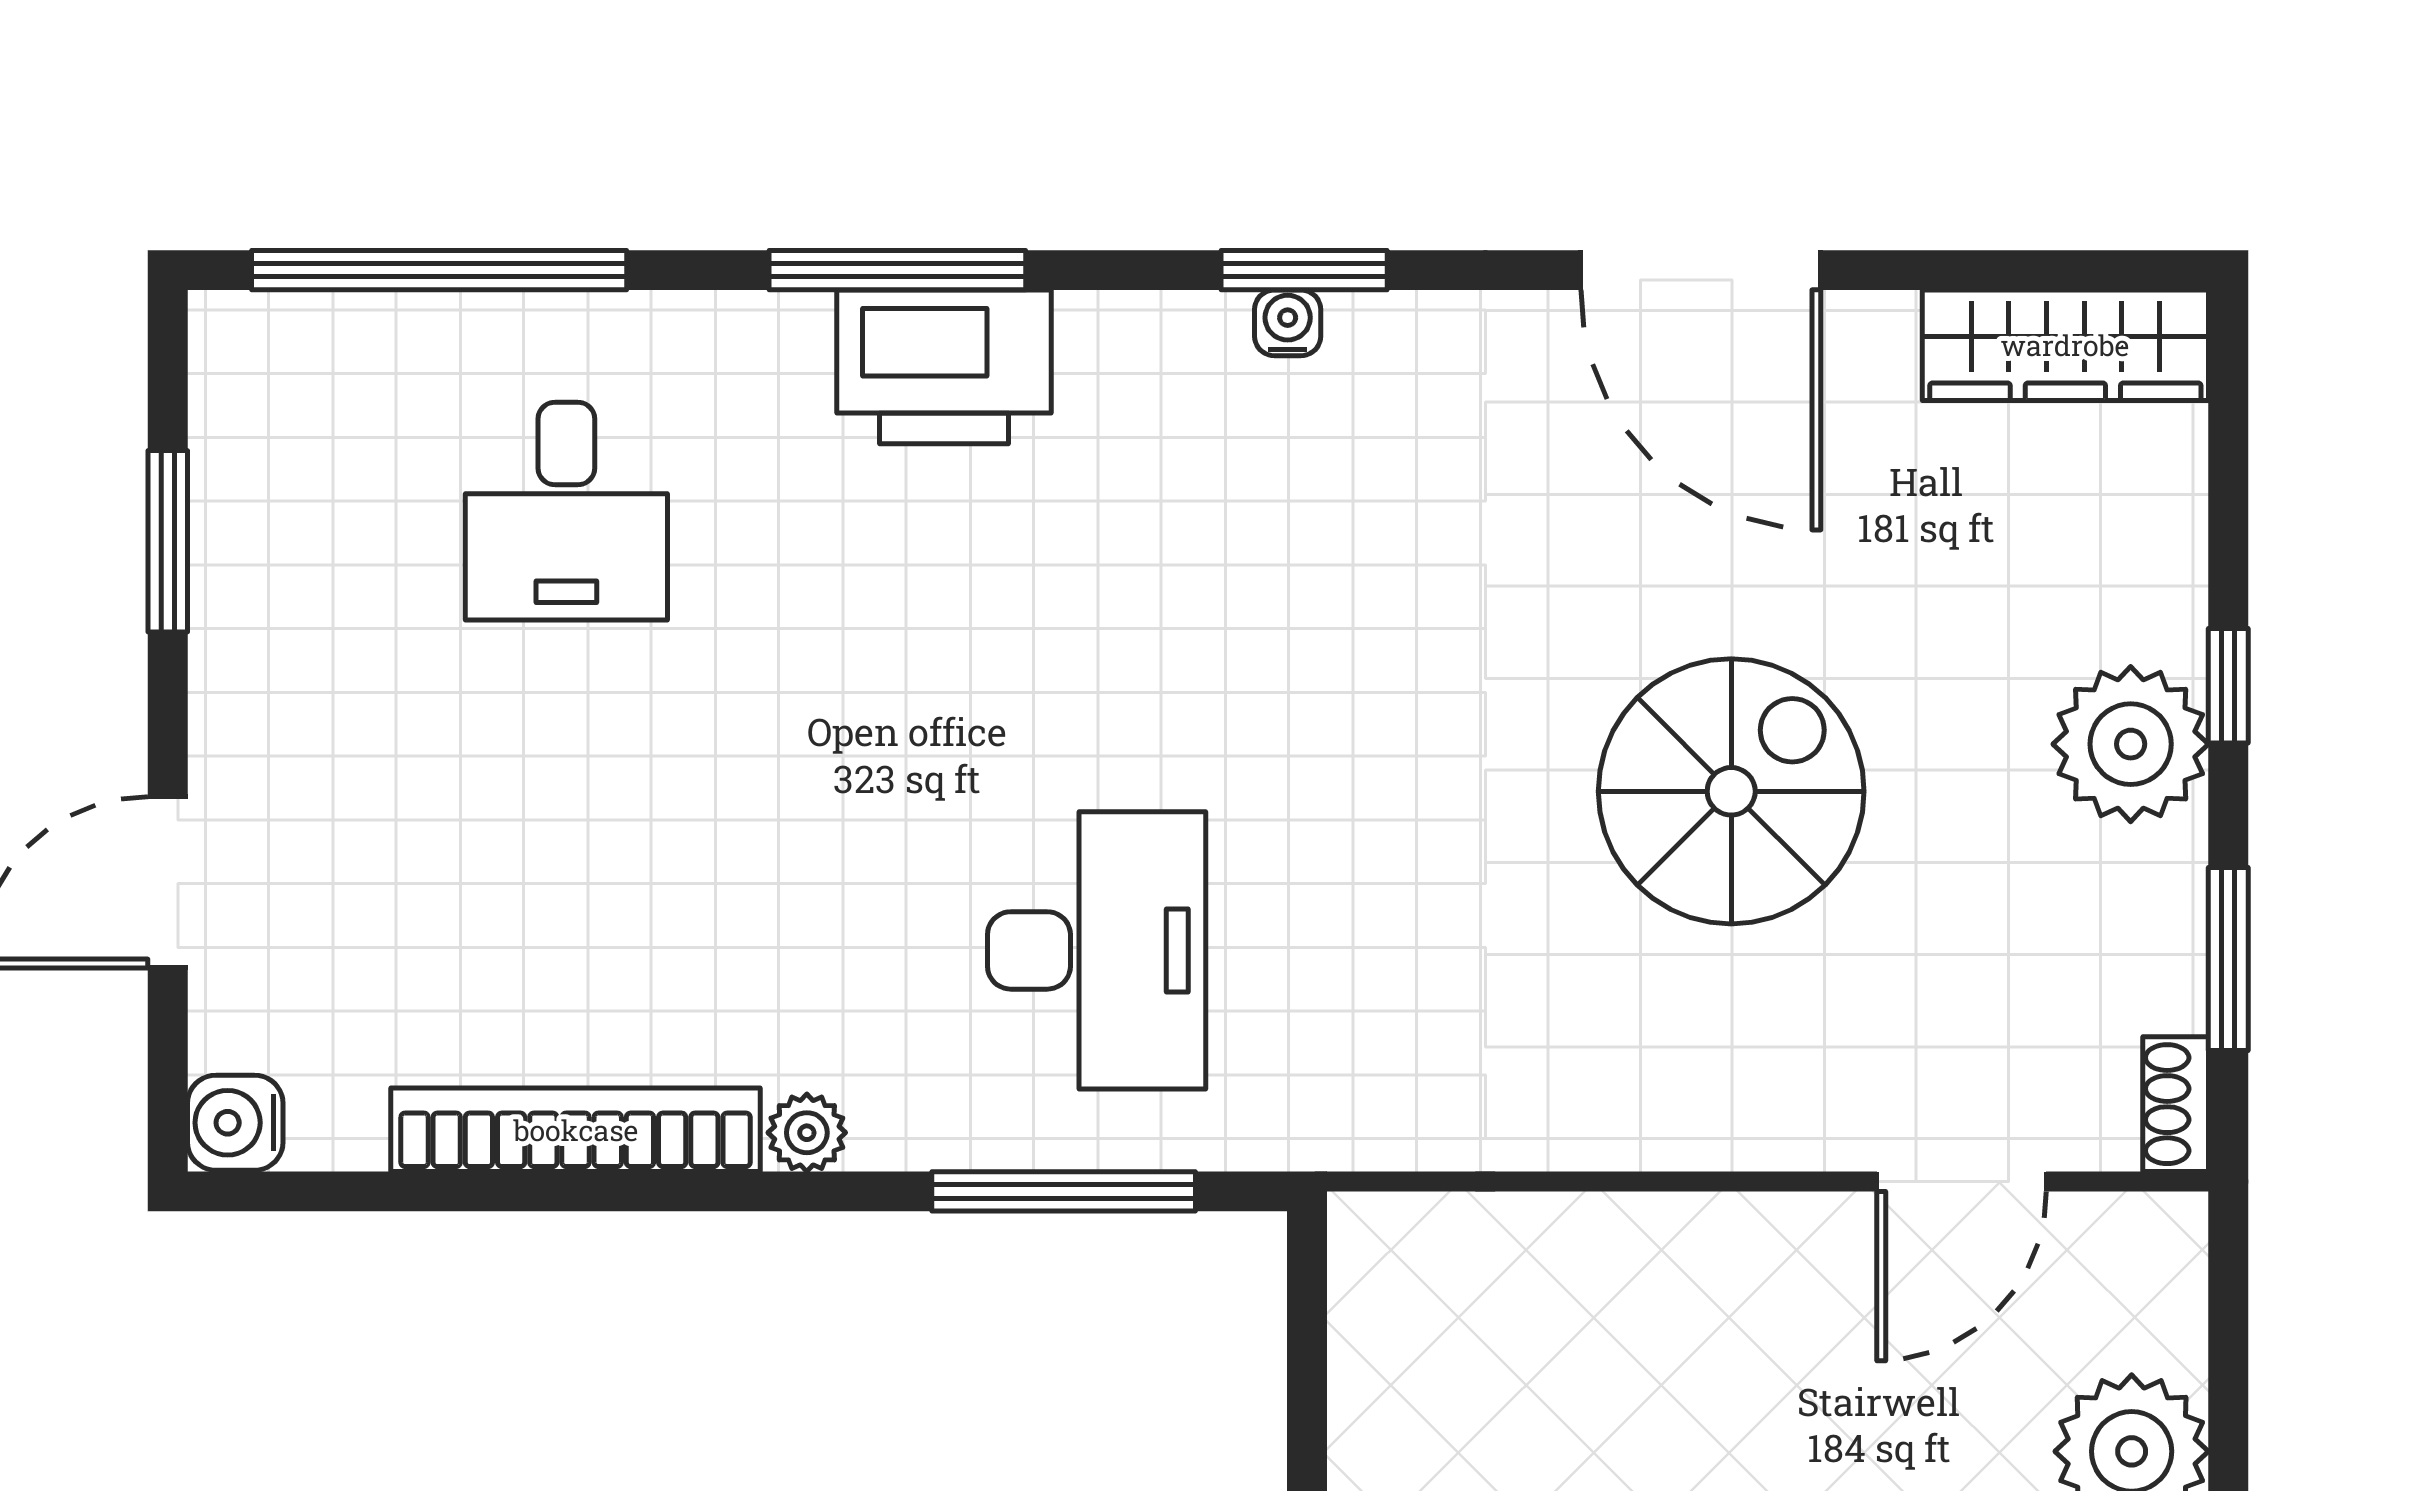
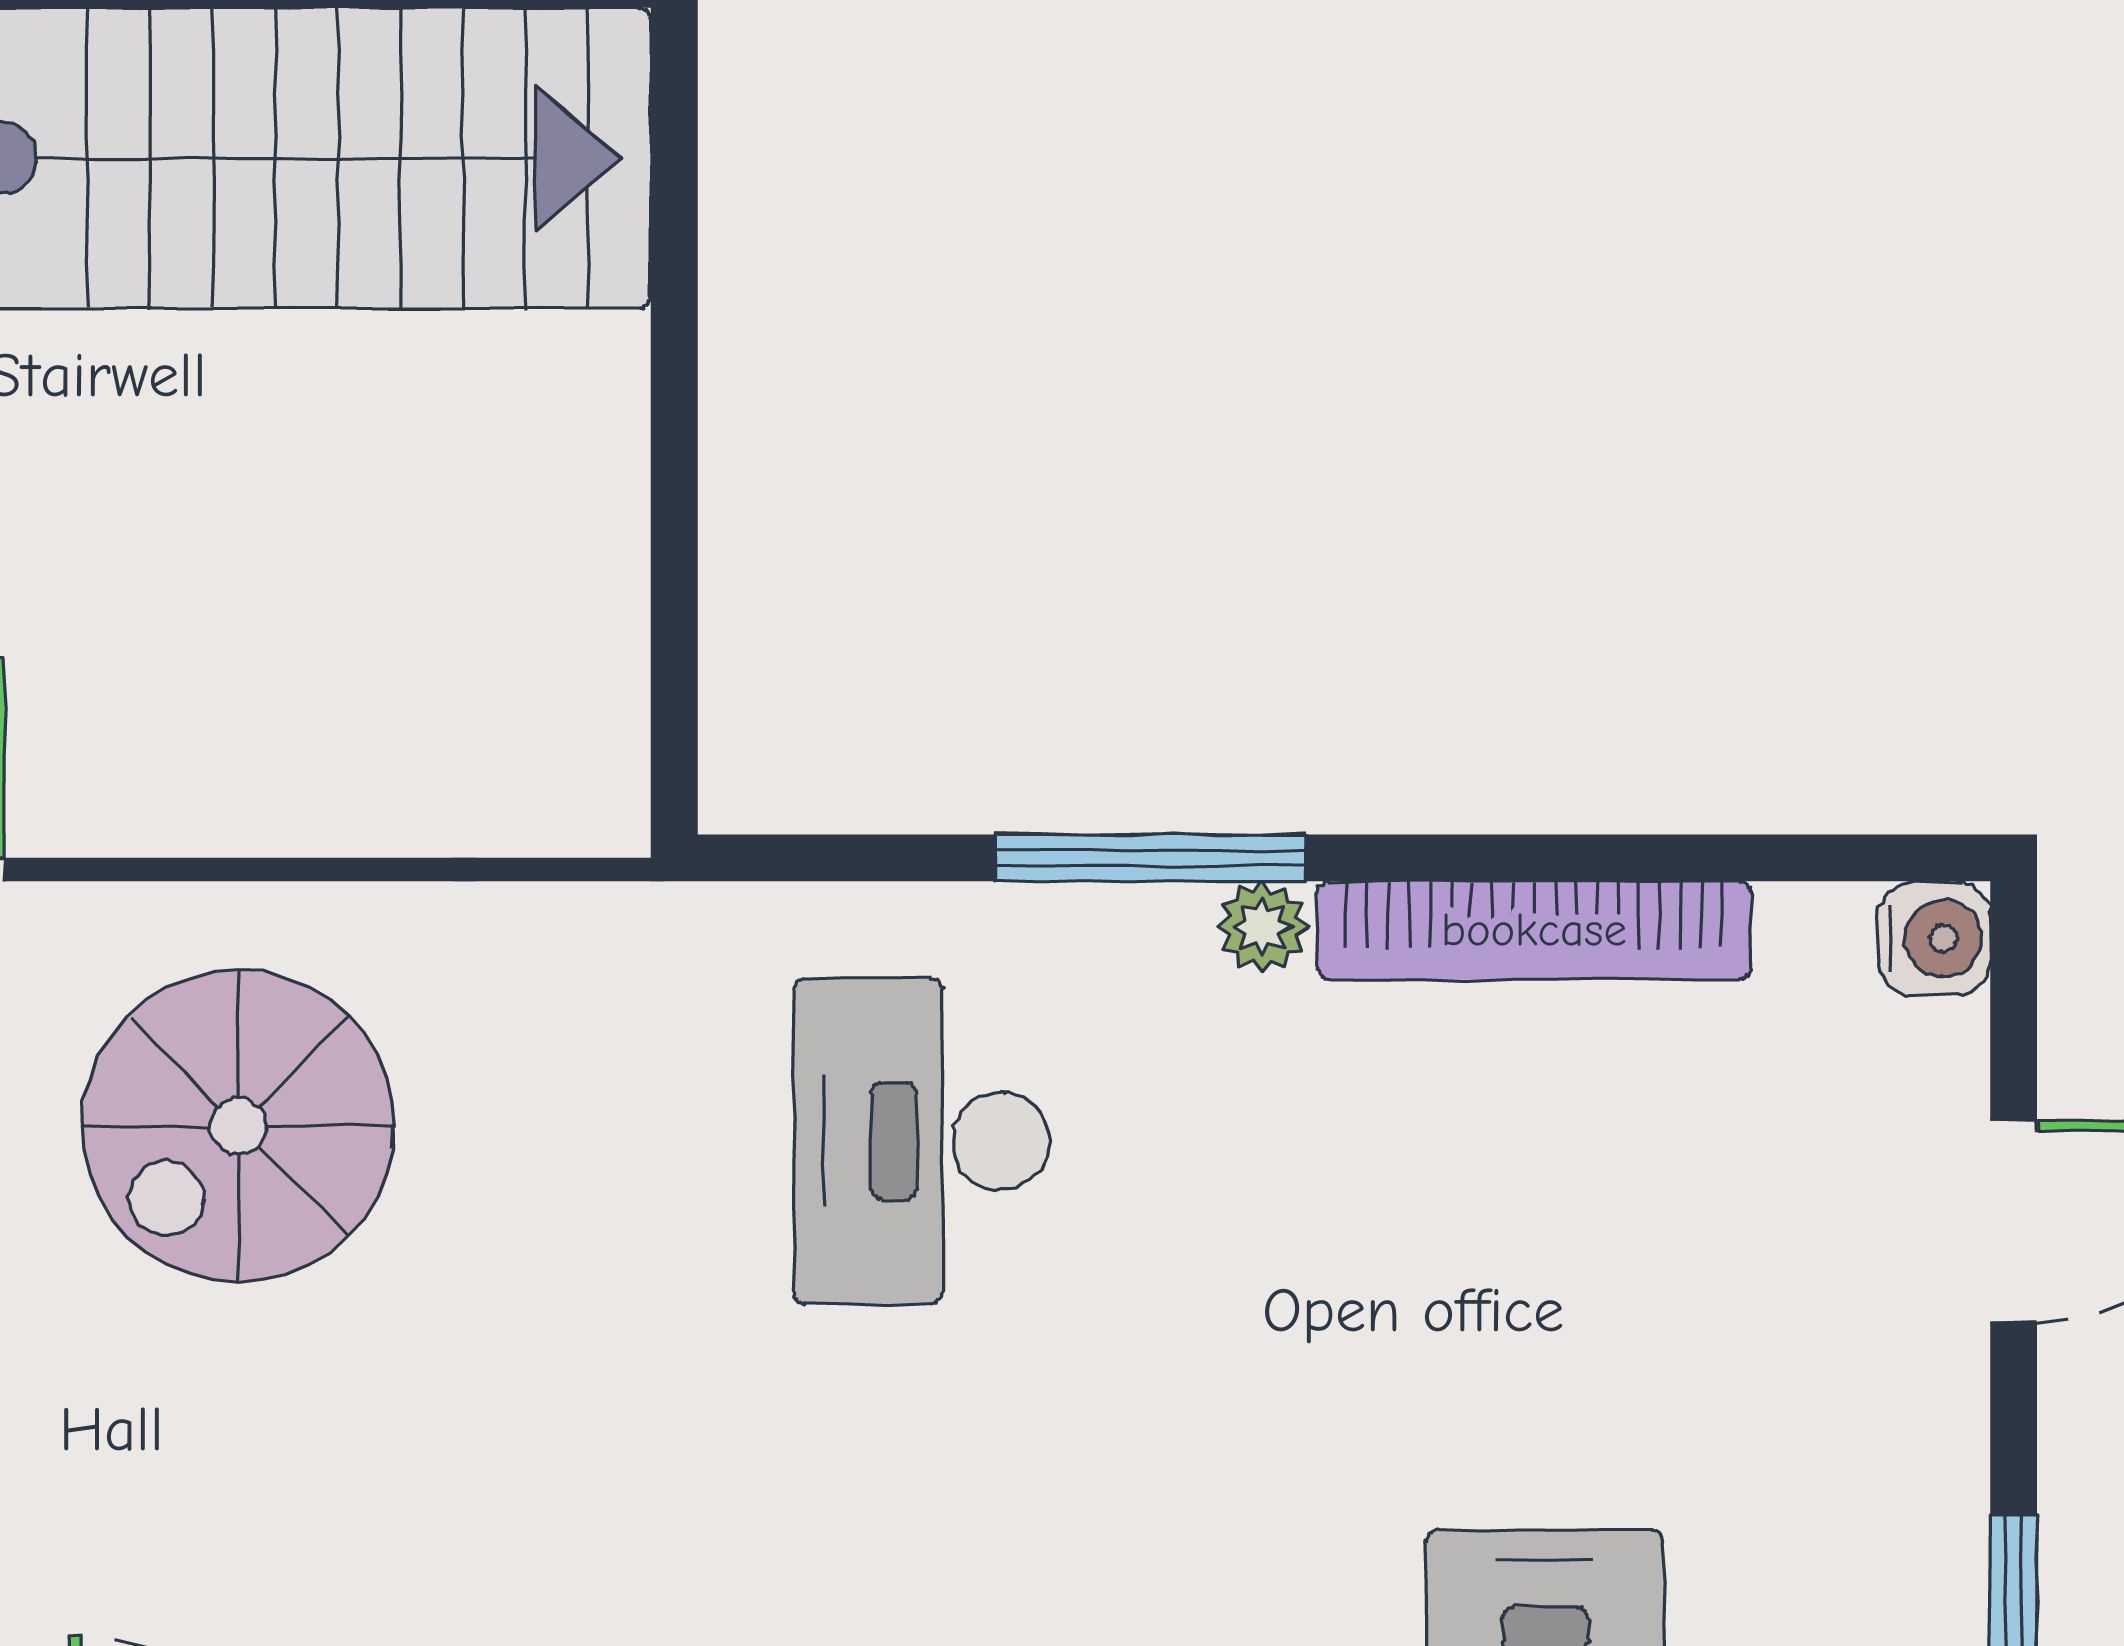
spiral stairs: (1731, 791) -> (238, 1126), moved
window: (1064, 1191) -> (1151, 858), moved

